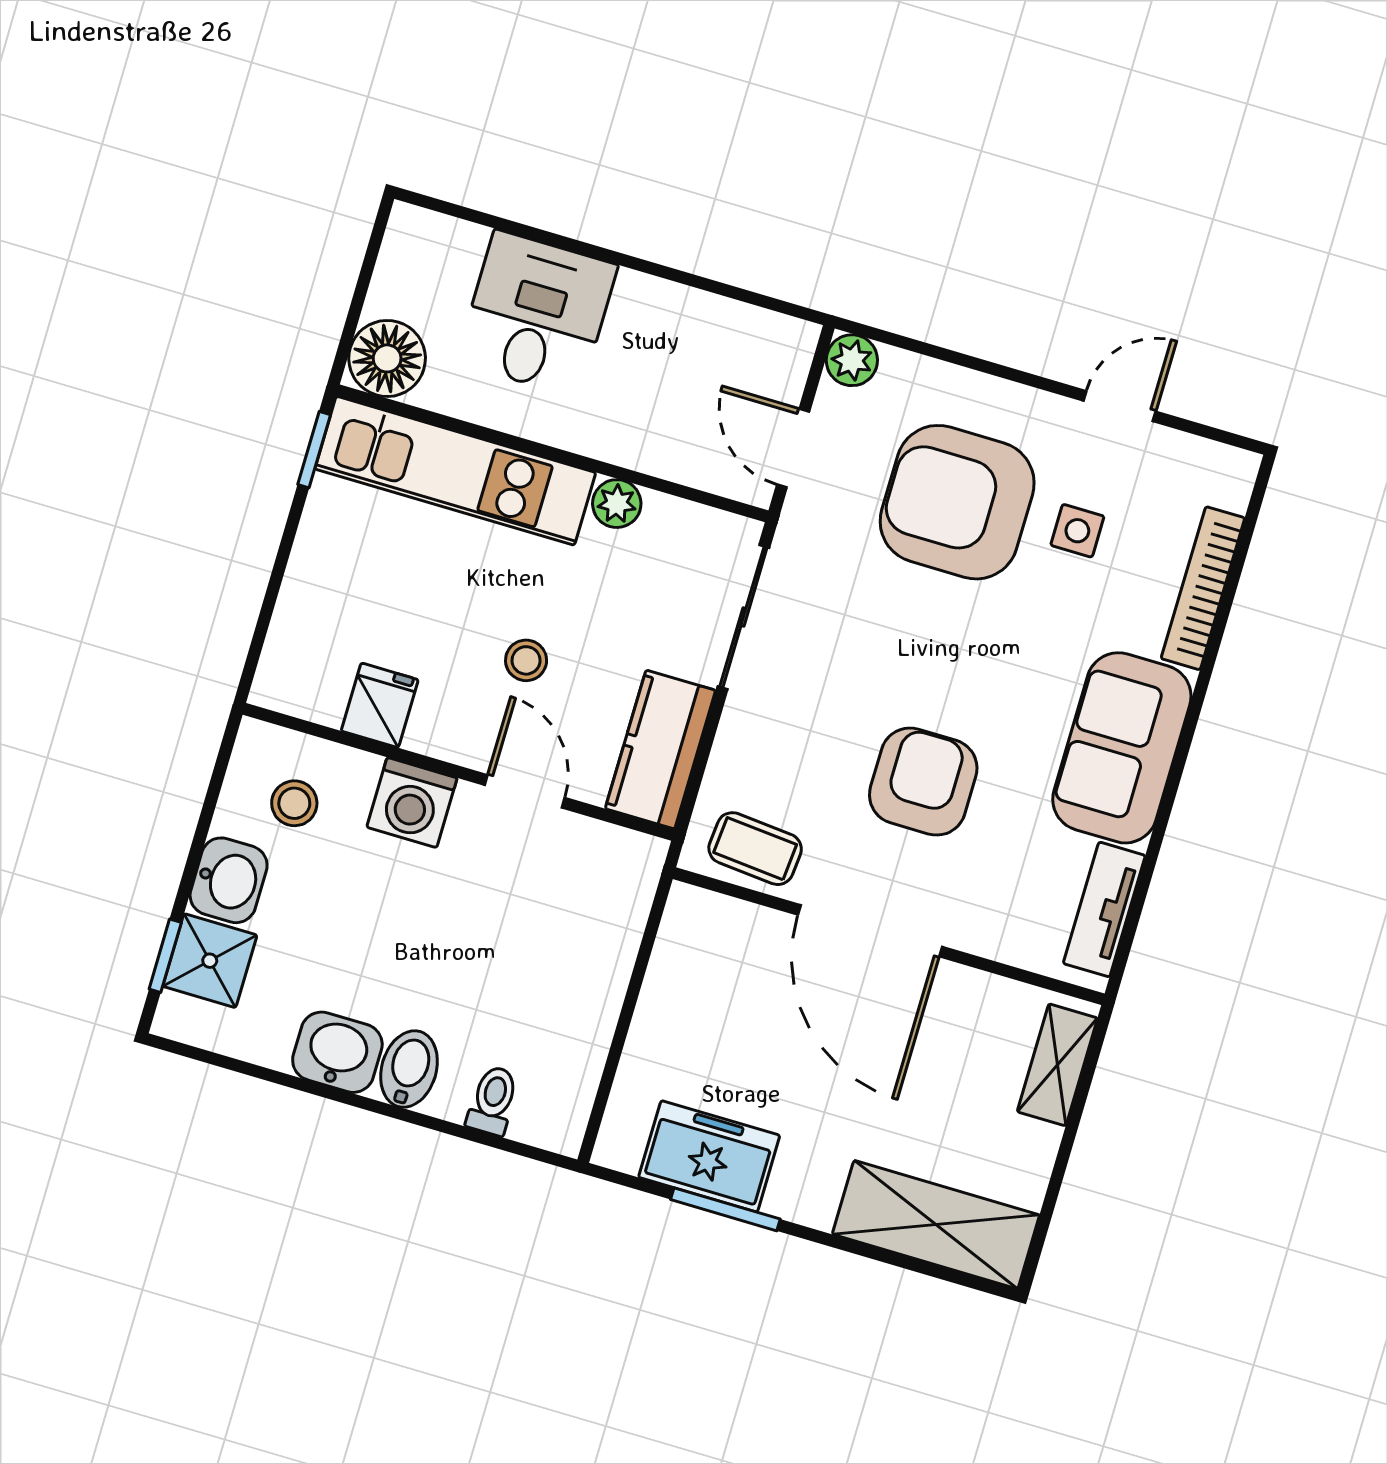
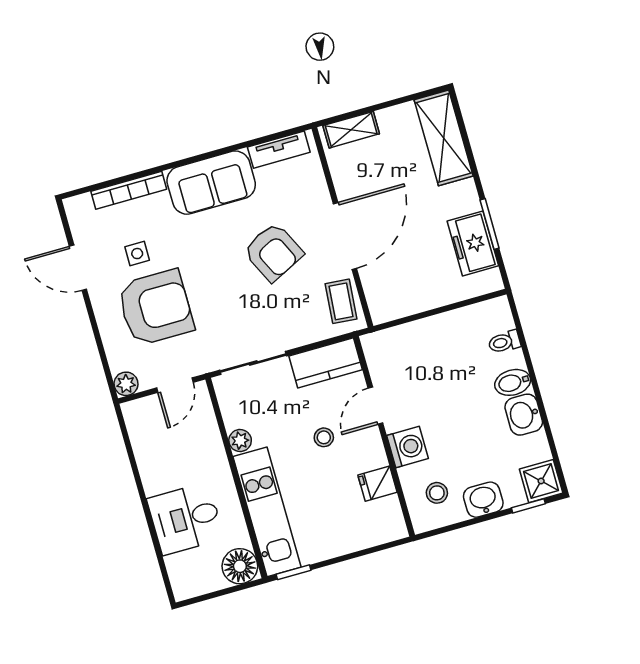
door: (1120, 406) -> (78, 268), width x1.38
armchair: (957, 502) -> (156, 308), turned -90
armchair: (923, 782) -> (273, 252), turned -116
shower: (210, 961) -> (541, 481), moved

